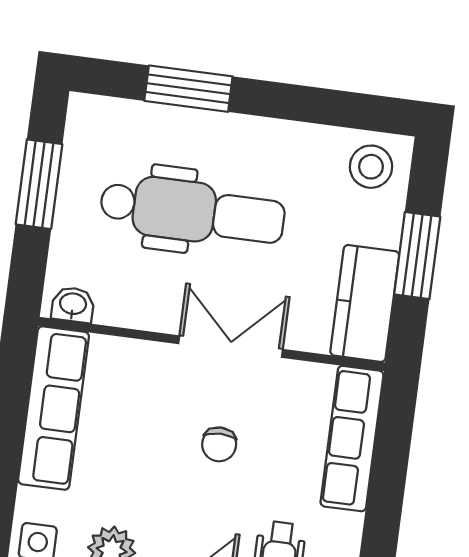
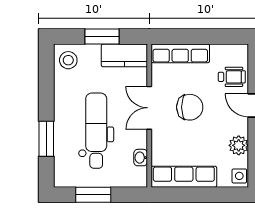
washbasin: (73, 305) -> (141, 158), moved
chair: (219, 444) -> (190, 107), width x1.87, depth x1.87

